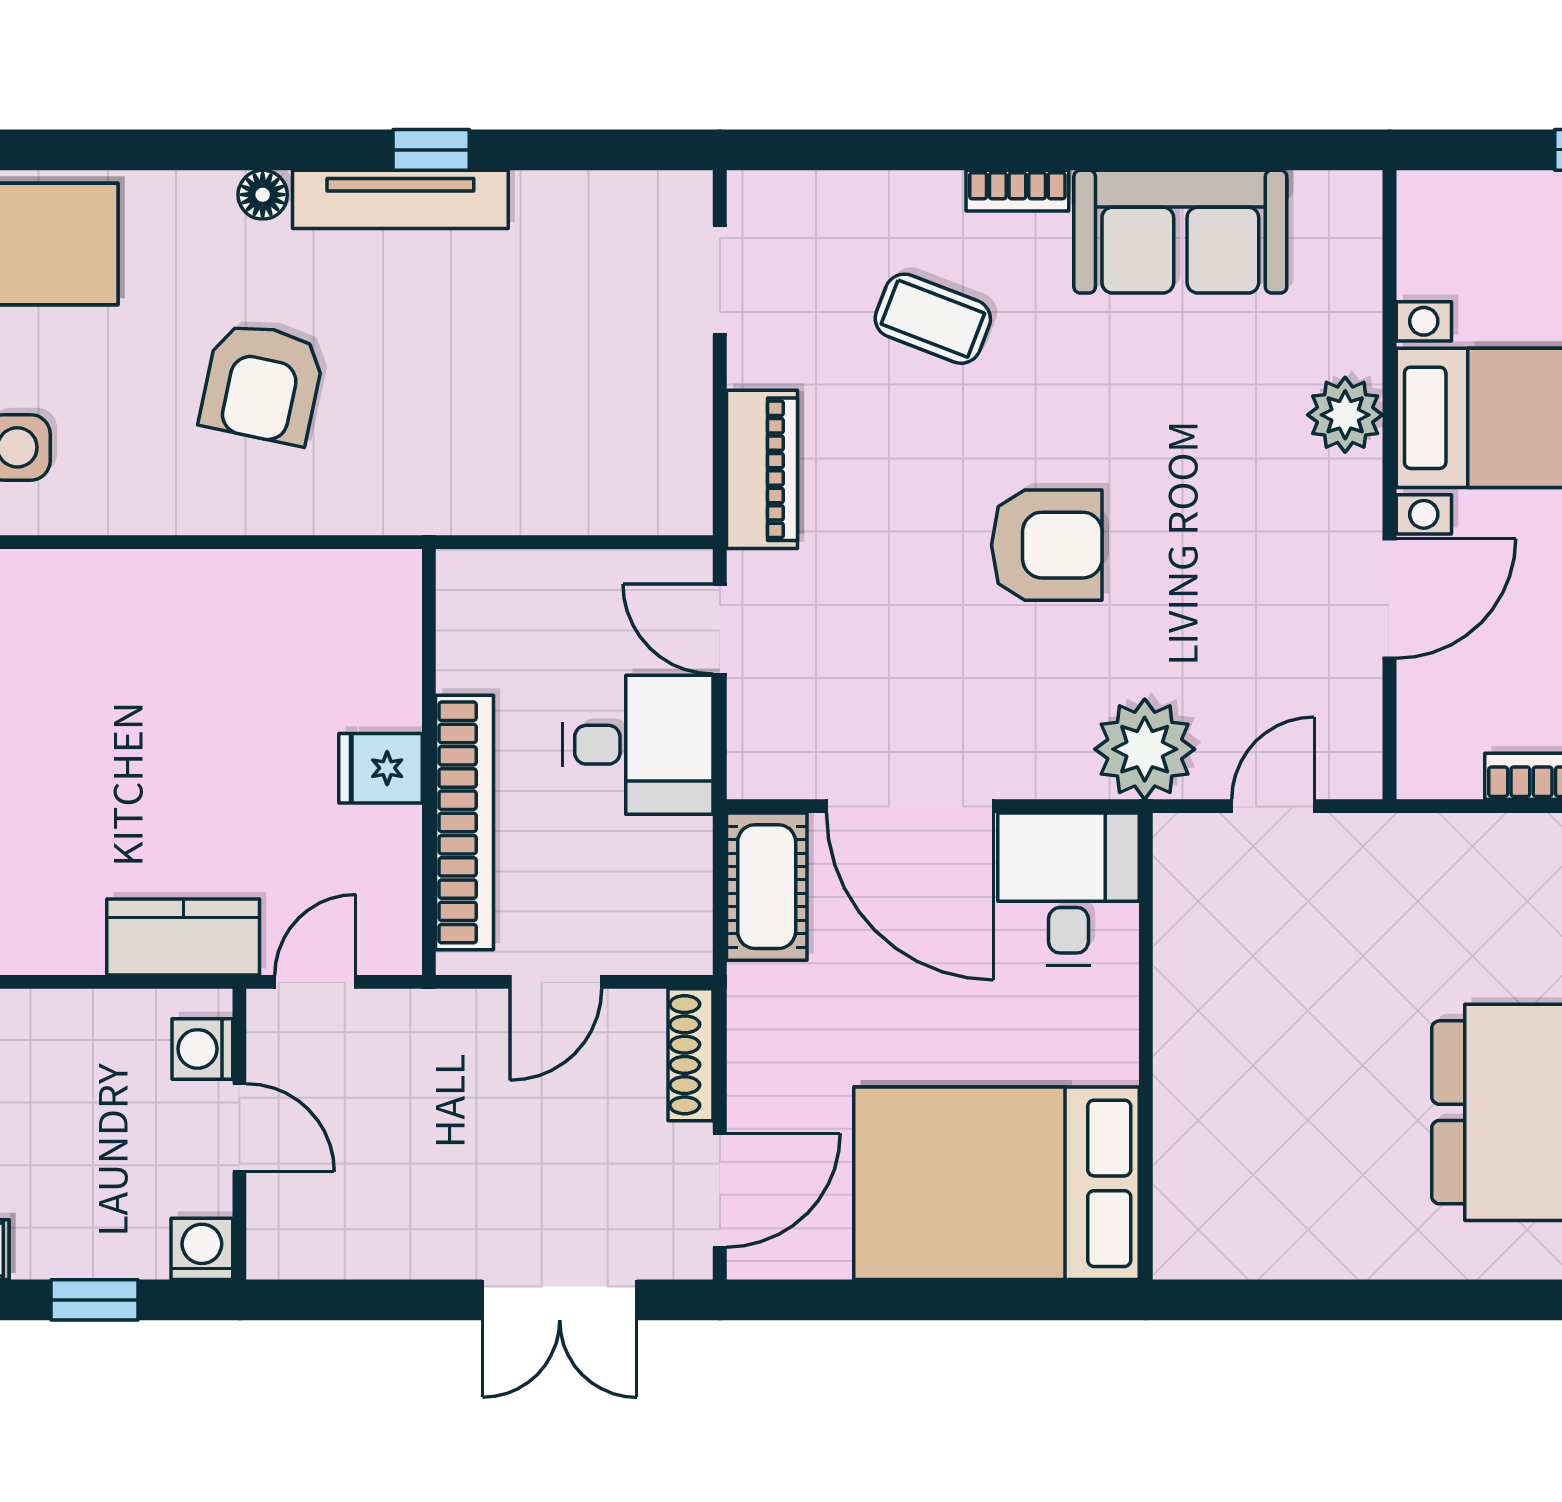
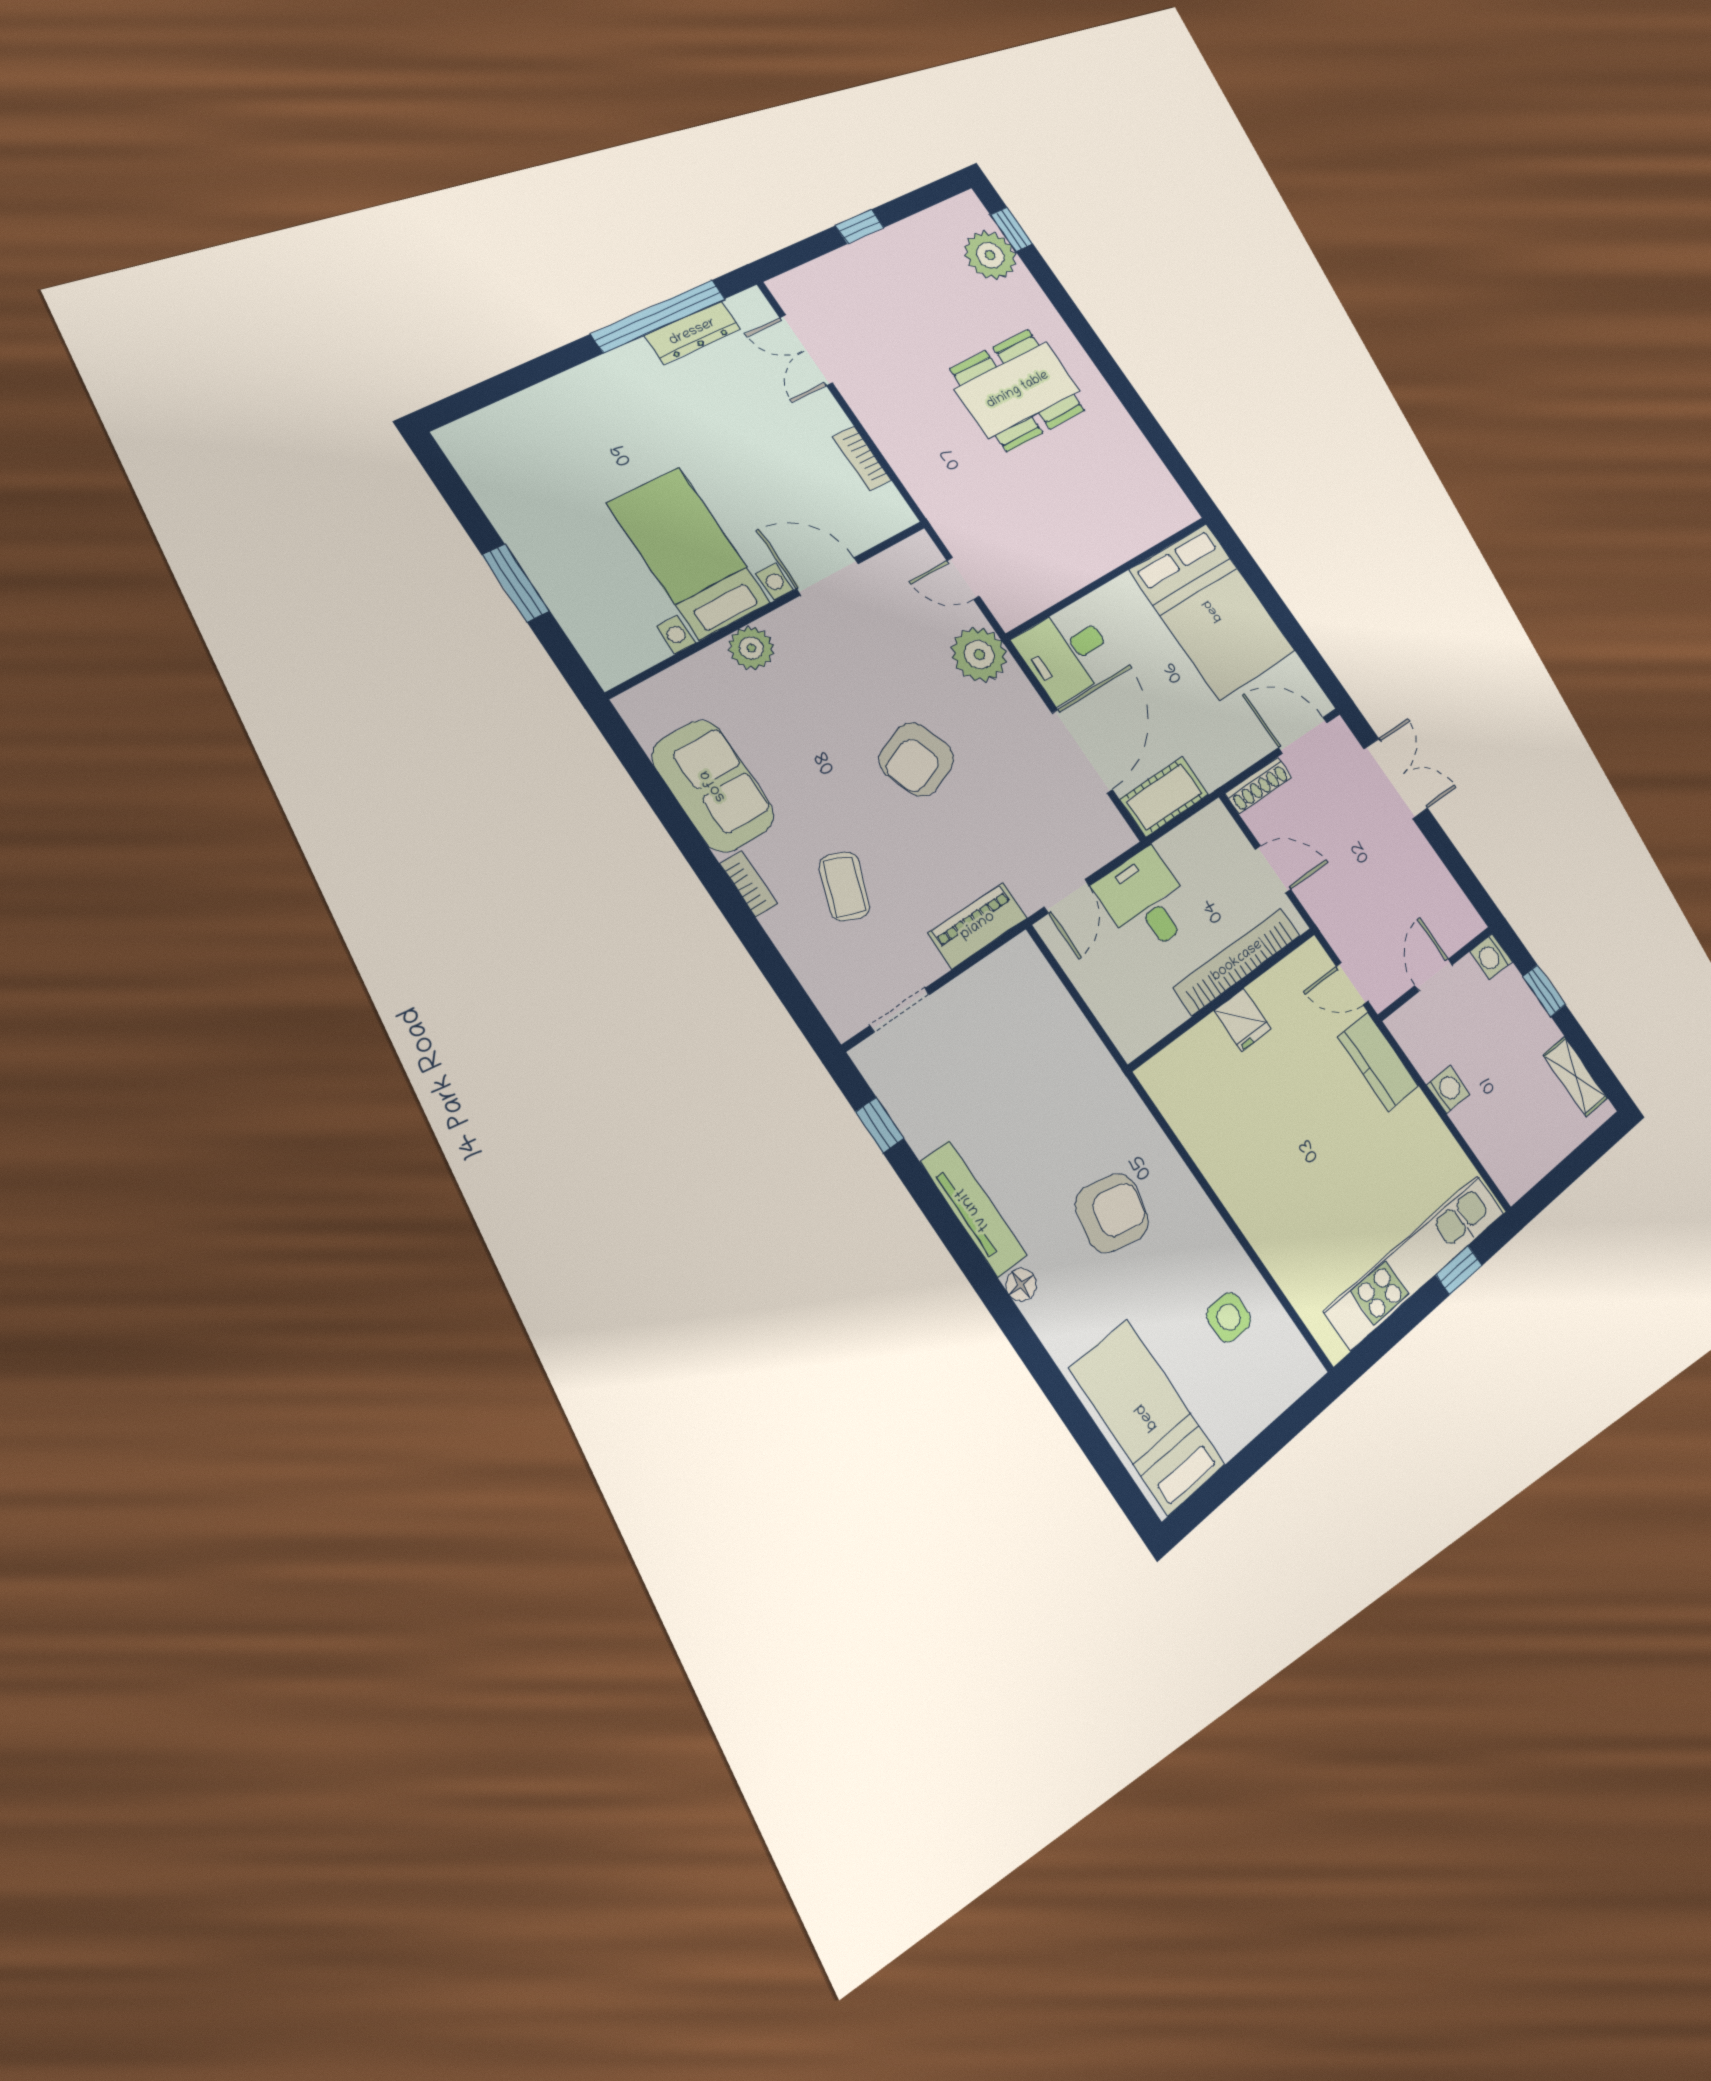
window: (431, 150) -> (880, 1125), moved
armchair: (1047, 545) -> (917, 759), turned -111
washing machine: (202, 1049) -> (1448, 1090), moved, turned -90

